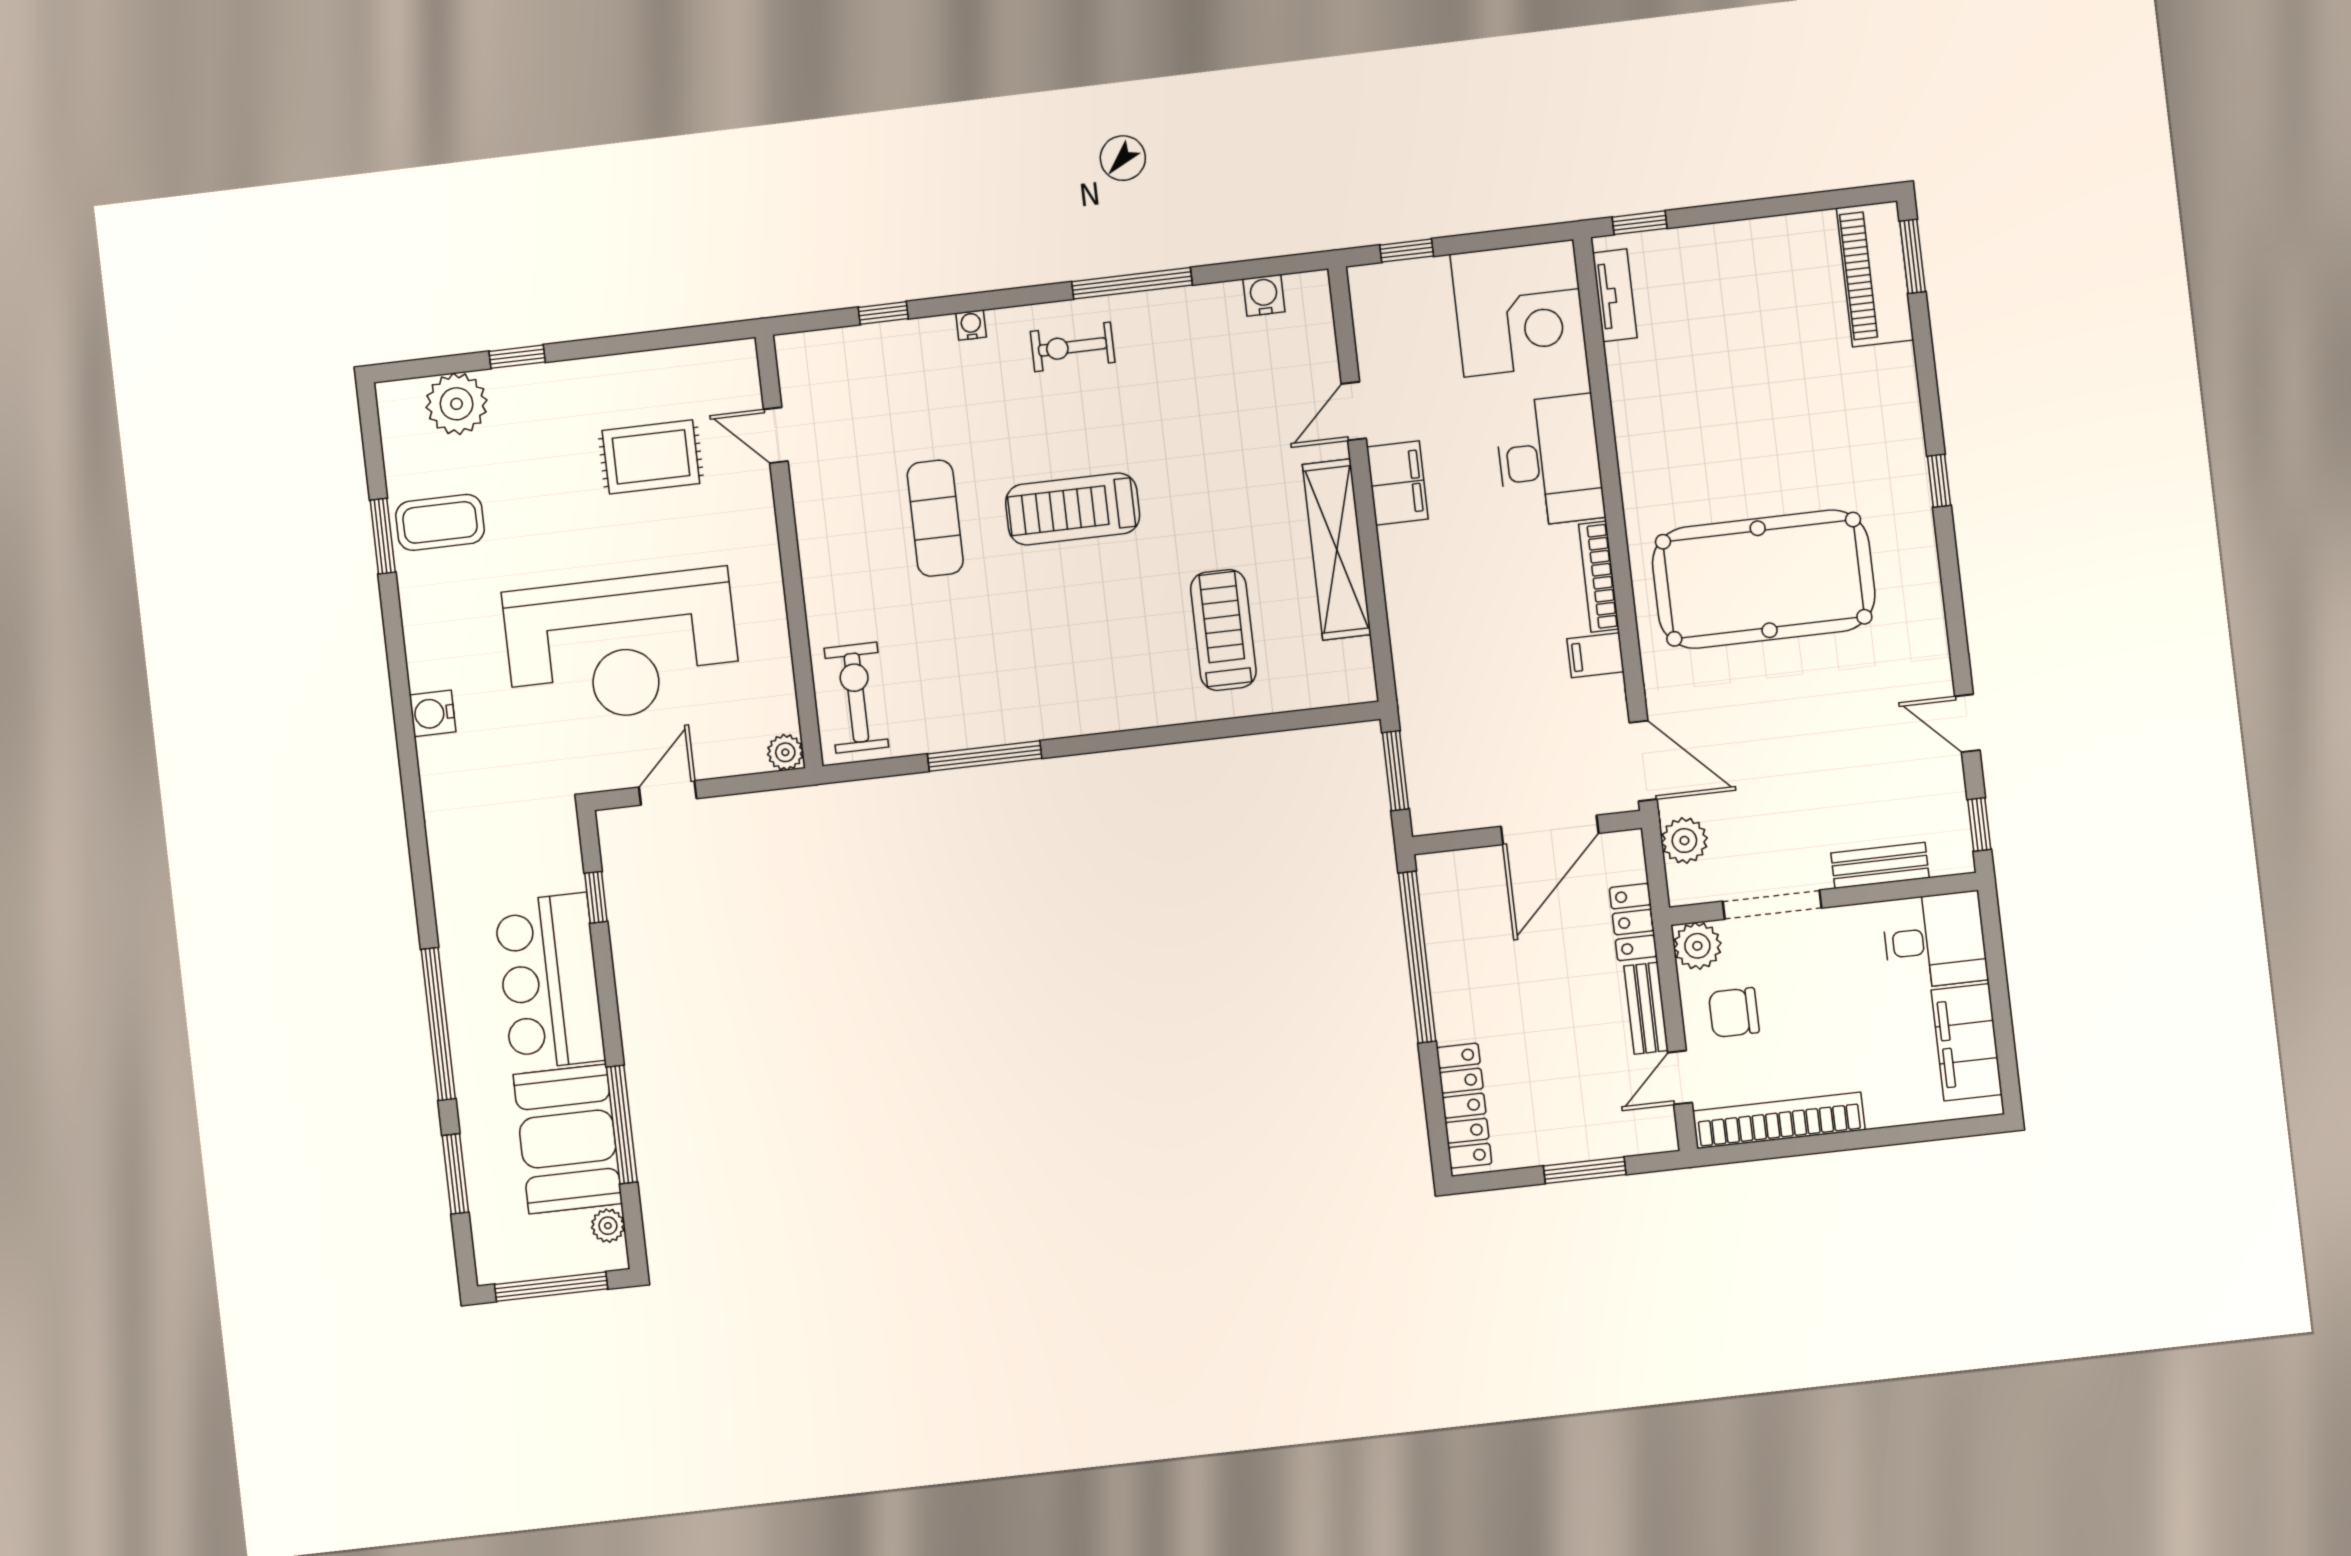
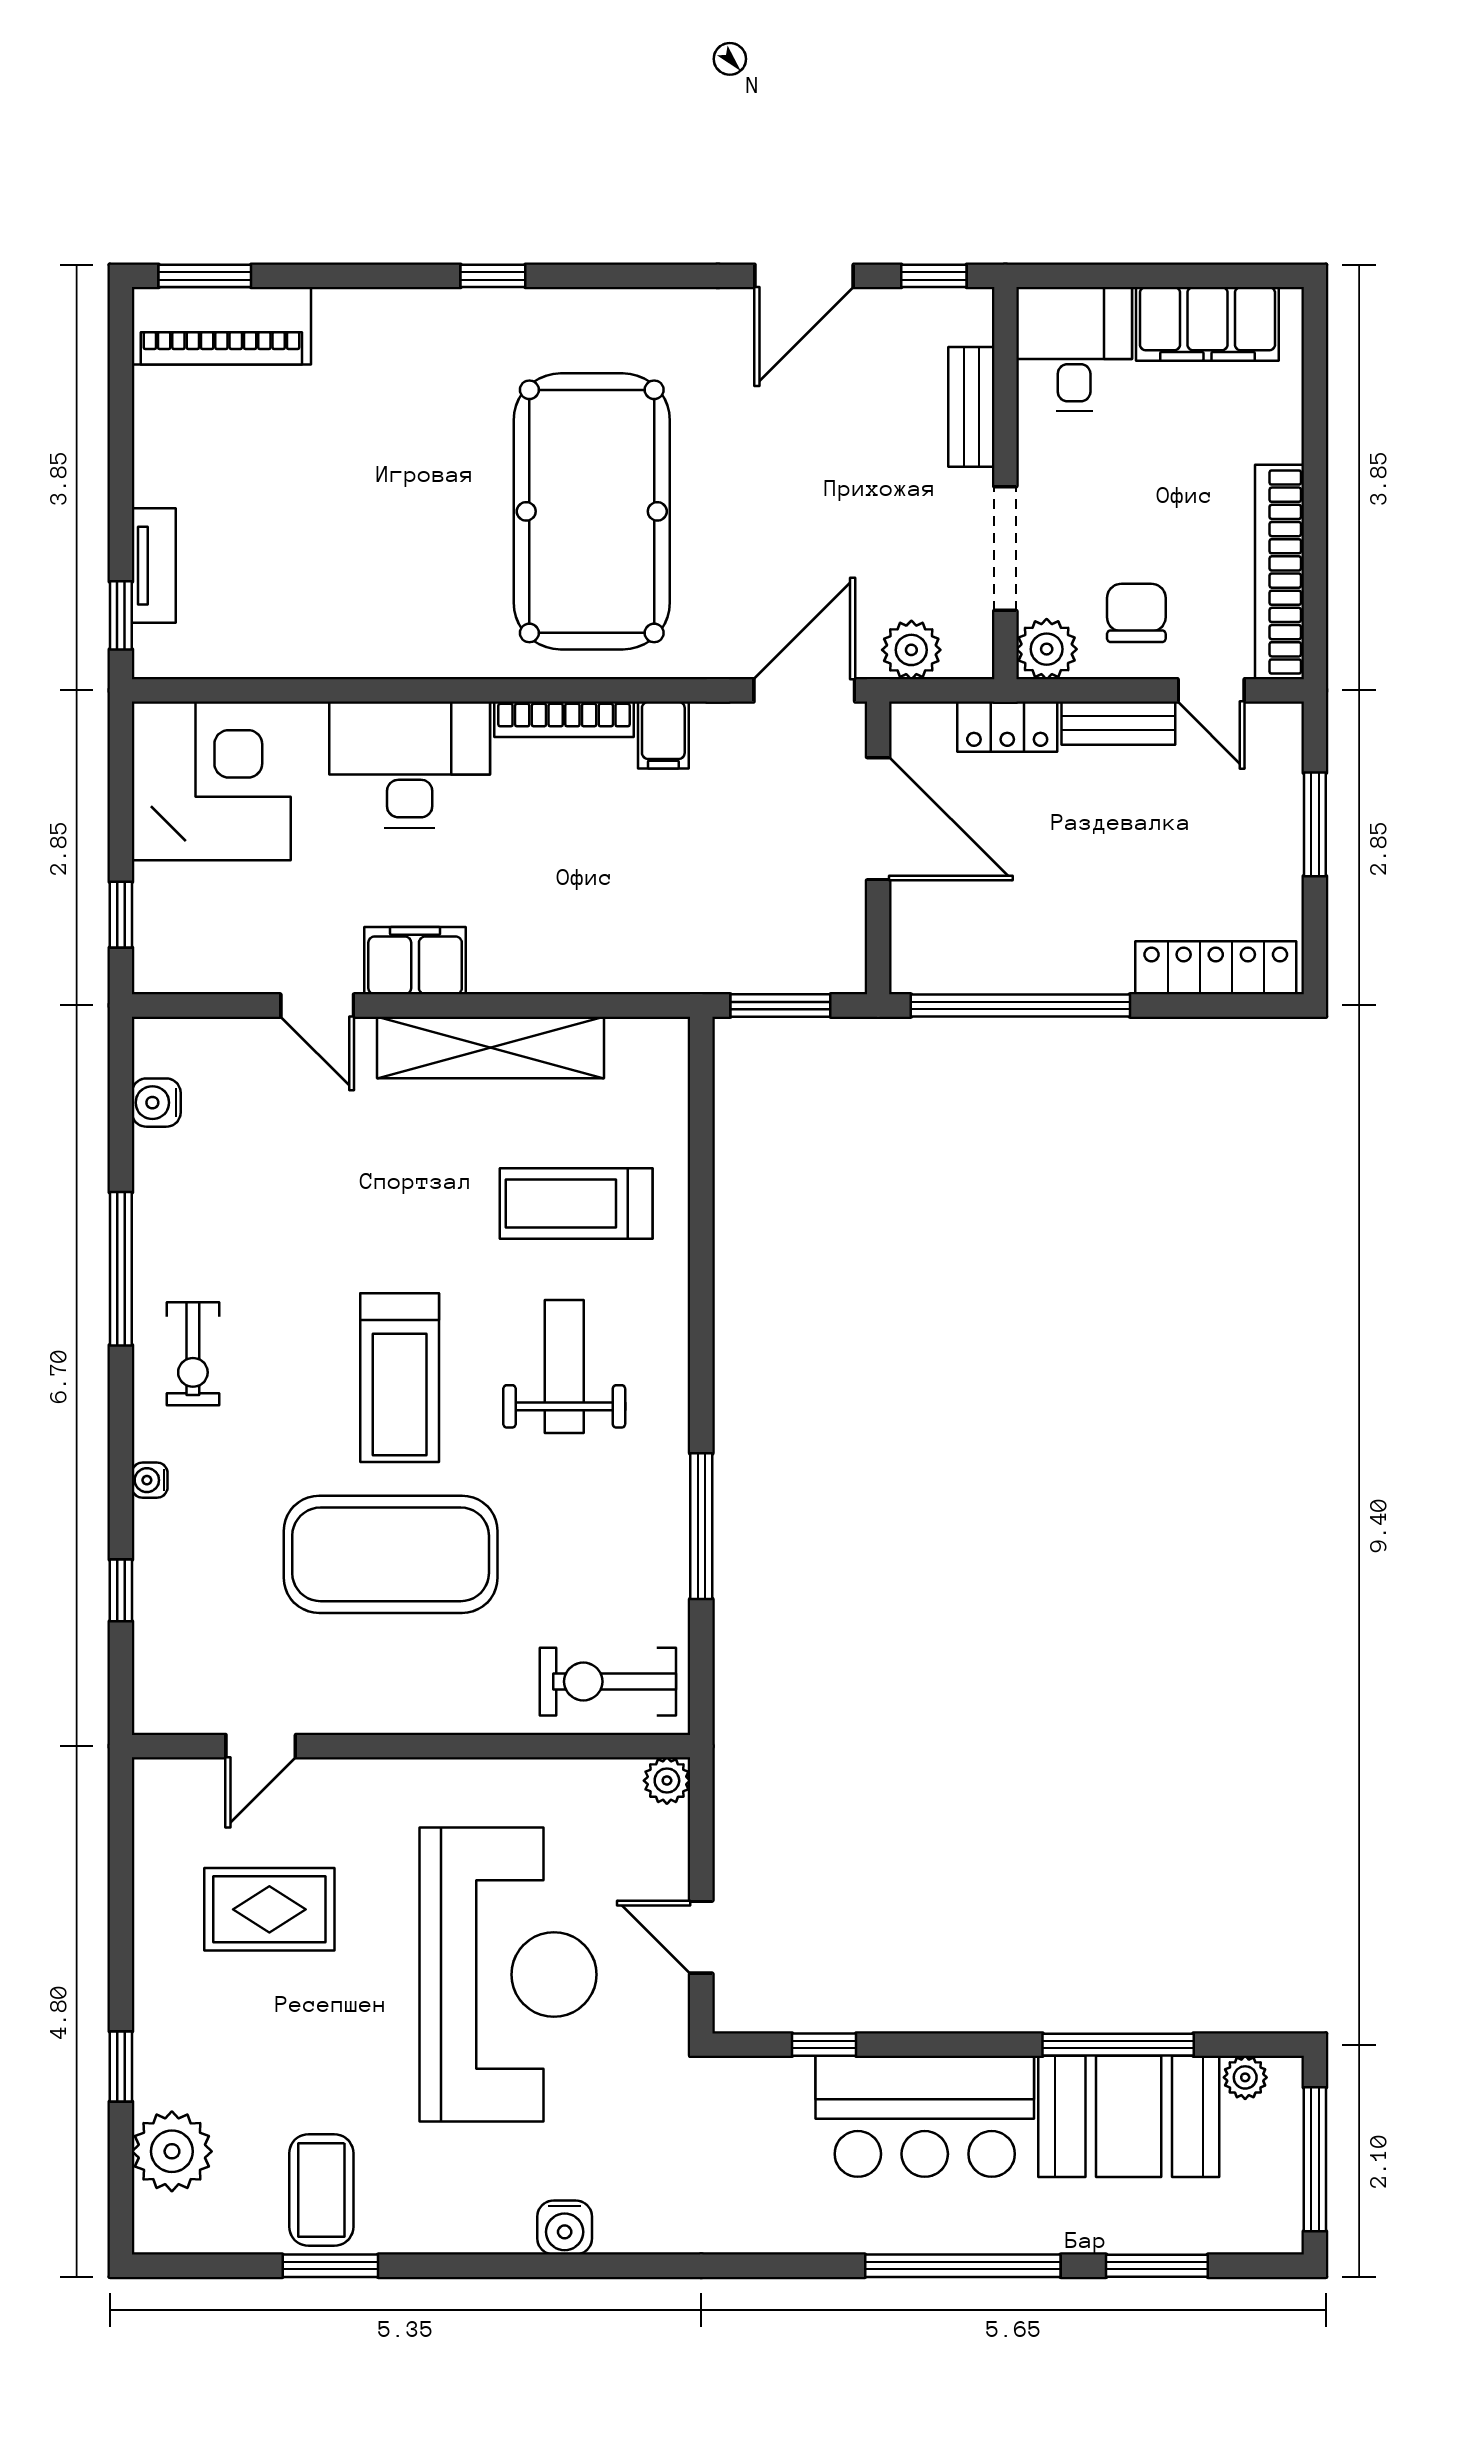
tv unit: (1615, 295) -> (154, 566), moved, turned 90
rug: (651, 457) -> (269, 1909), turned 90
exercise mat: (935, 518) -> (391, 1554), width x2.00, depth x1.45
weight bench: (1096, 636) -> (564, 1366), added
door: (1967, 723) -> (804, 276), width x1.38
chair: (1734, 1012) -> (1136, 613), turned 180

